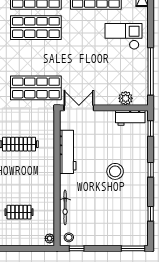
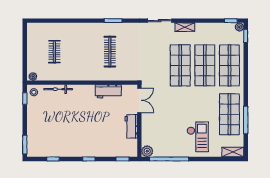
shop shelf: (36, 88) -> (180, 65), moved
plant: (126, 98) -> (147, 151), moved
workbench: (130, 118) -> (131, 126), moved
workbench: (68, 152) -> (108, 91), width x0.73
stool: (115, 171) -> (88, 130), removed

